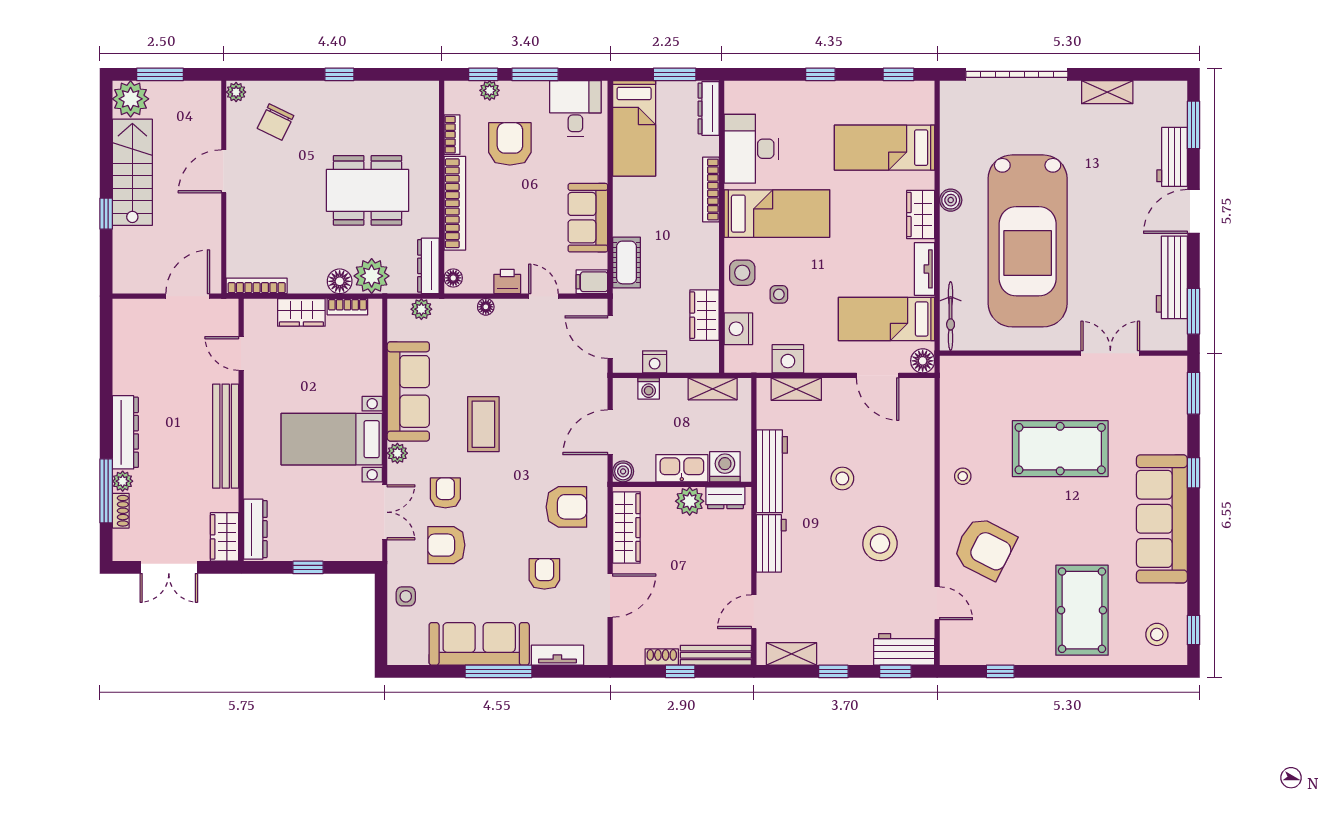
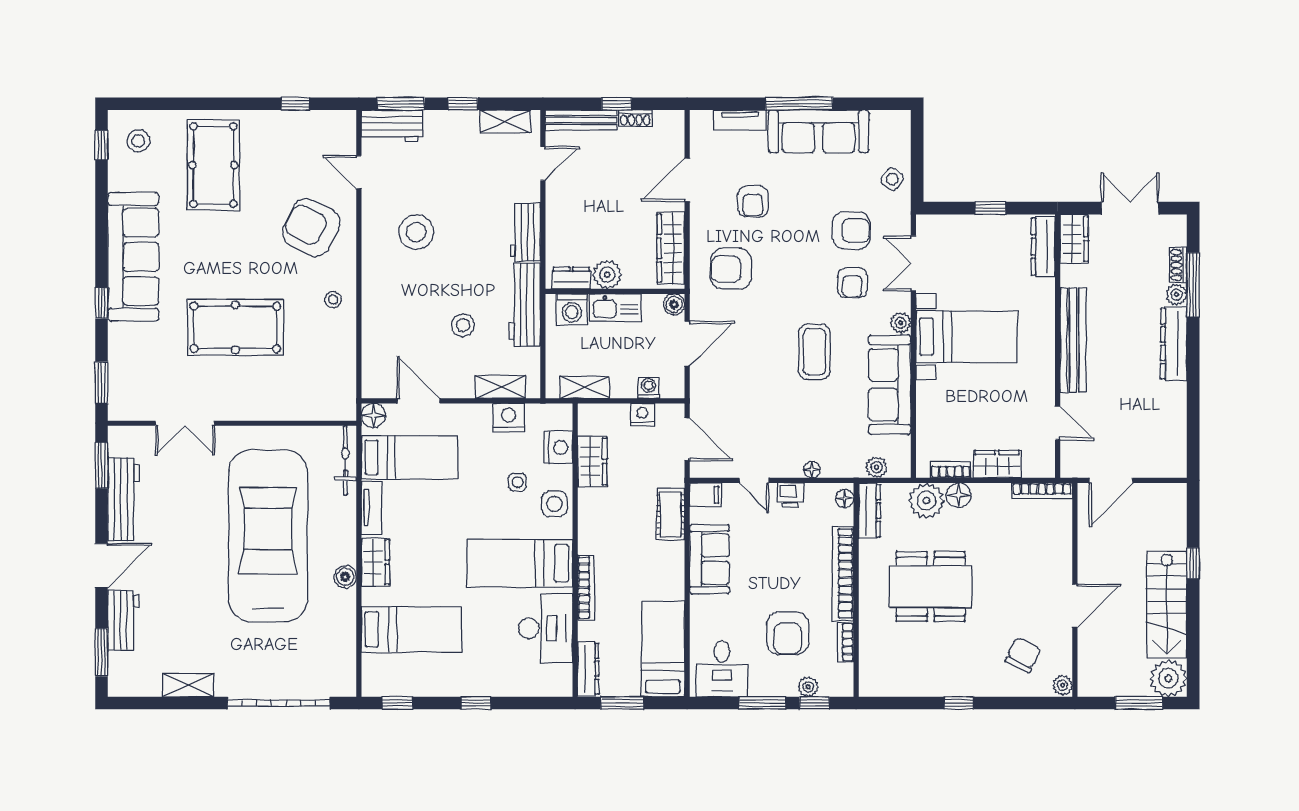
stool: (842, 478) -> (463, 325), moved
side table: (406, 596) -> (892, 179), turned 37
window: (895, 671) -> (401, 104), width x1.50

